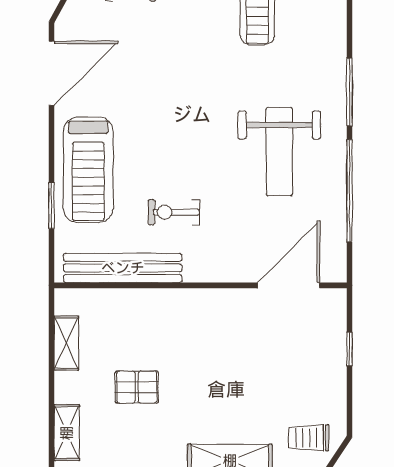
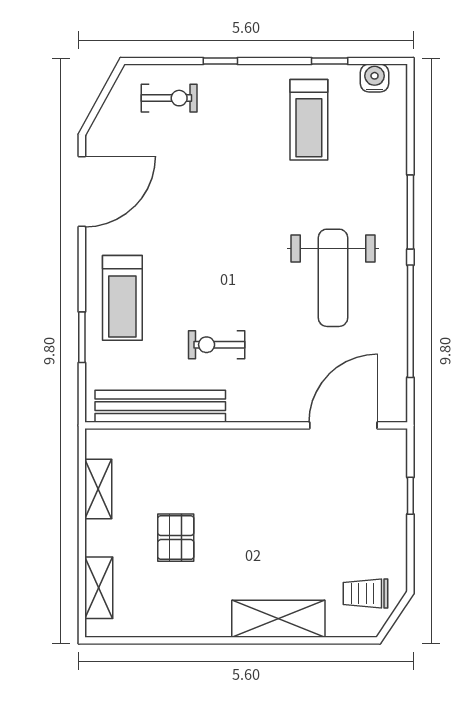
treadmill: (88, 170) -> (122, 298), width x0.73, depth x0.73
pallet: (137, 387) -> (176, 538), turned 90

